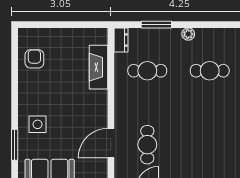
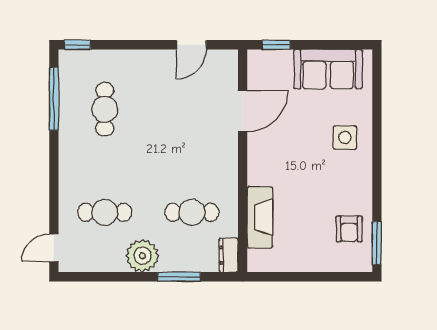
plant: (188, 34) -> (142, 256), width x1.88, depth x1.88
window: (15, 145) -> (377, 243), moved
cafe table: (147, 145) -> (105, 109), moved

